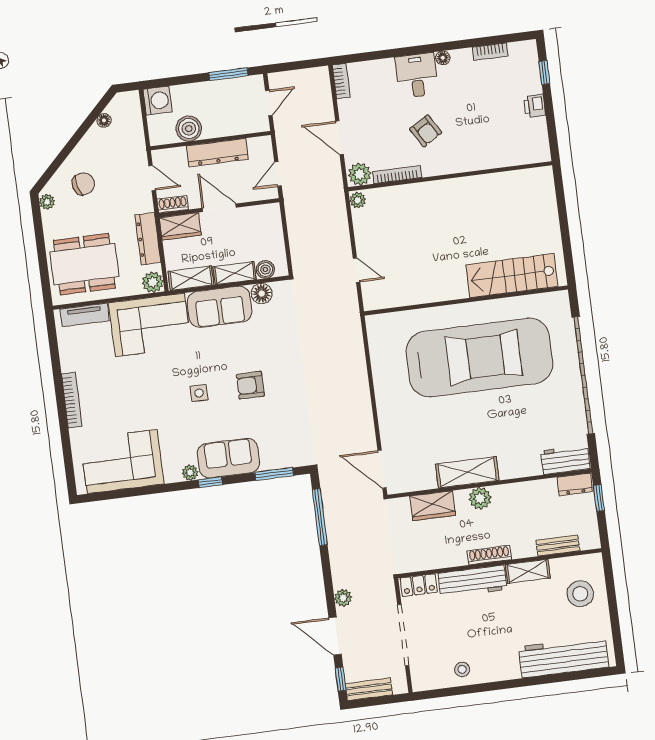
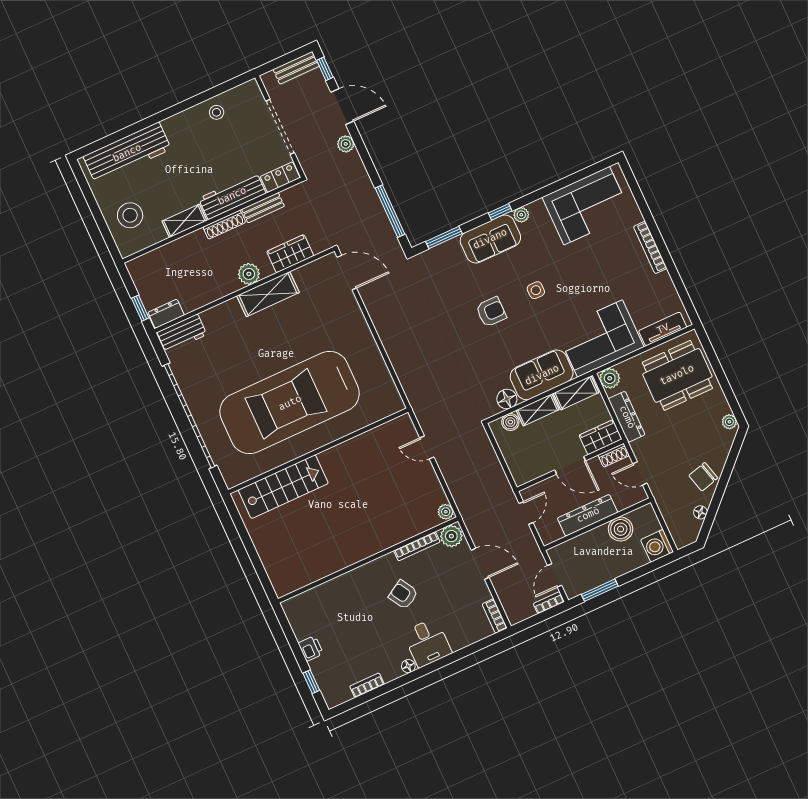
bookcase: (283, 77) -> (549, 603), added
chair: (83, 184) -> (703, 477), moved
bench: (558, 546) -> (263, 208), moved

